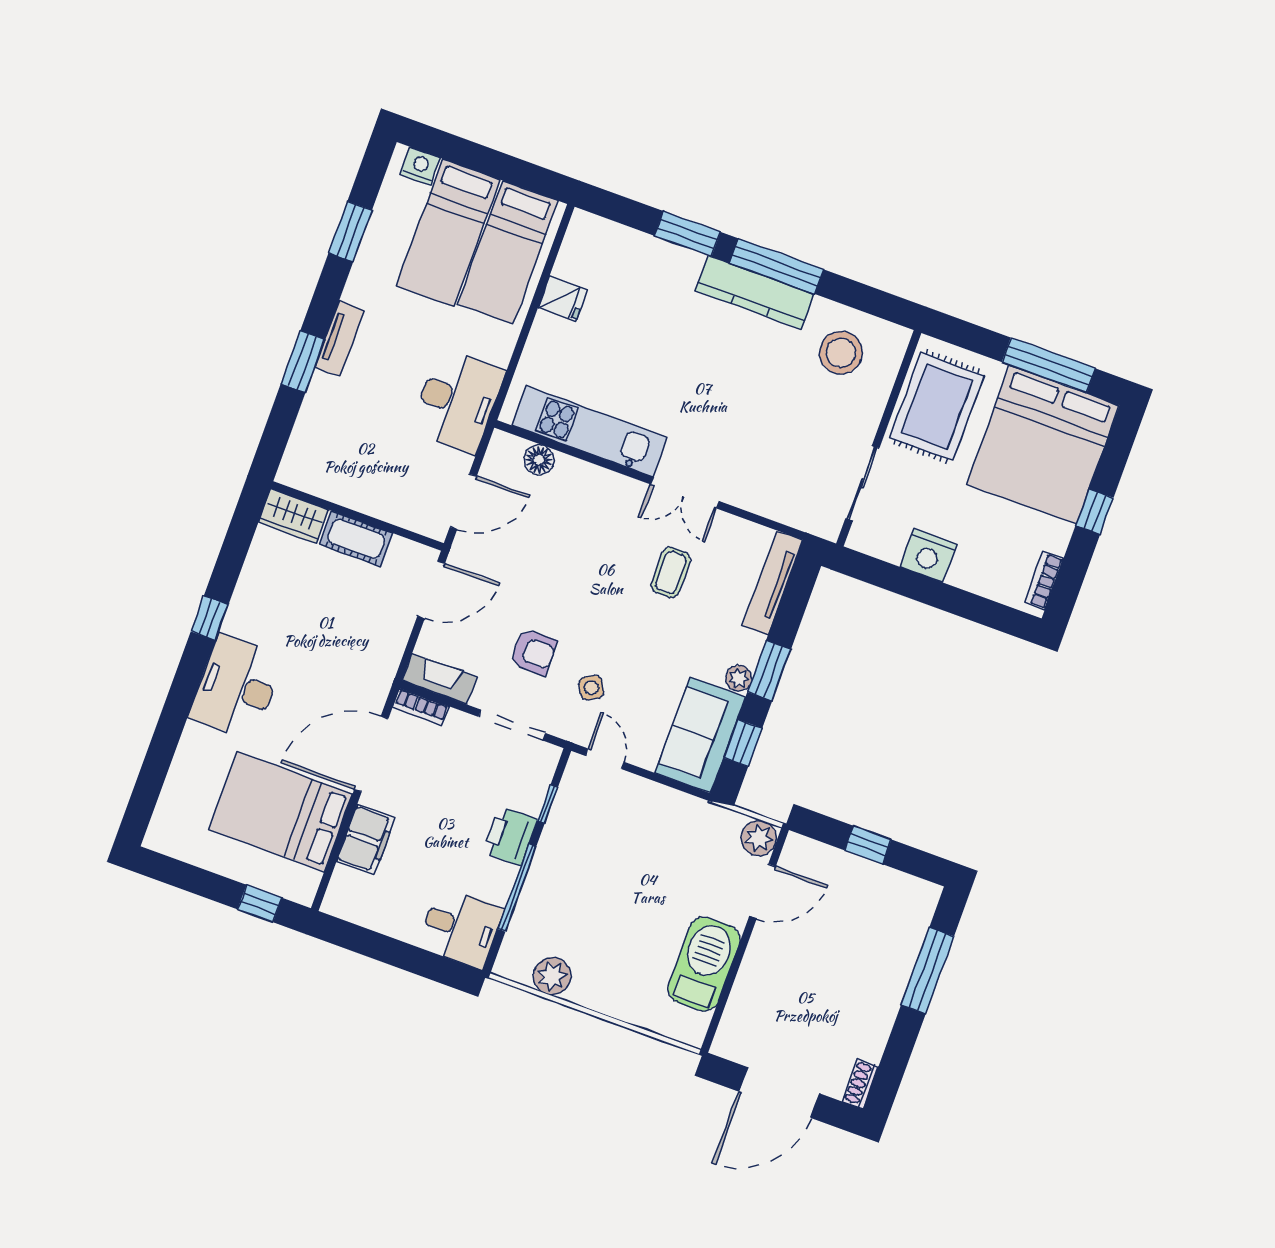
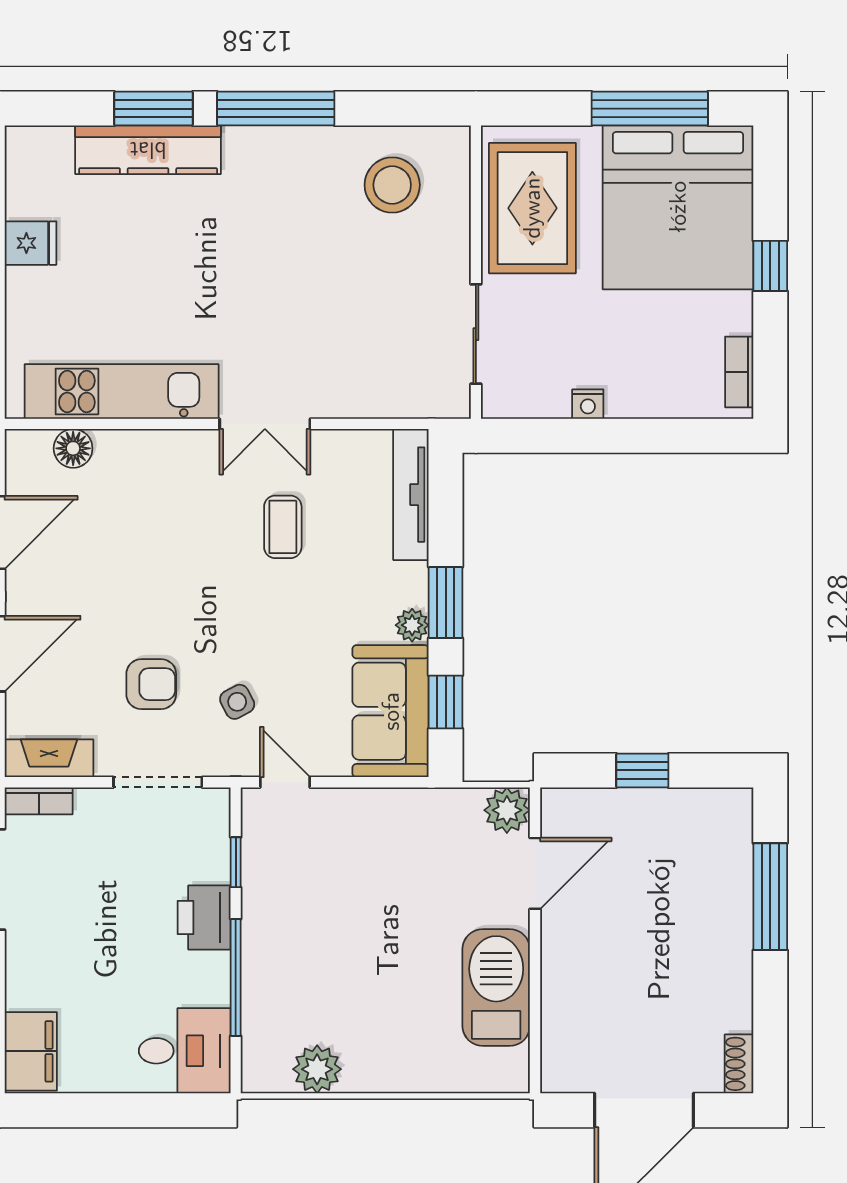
kitchen counter: (755, 292) -> (148, 150), moved
nightstand: (928, 555) -> (588, 404), width x0.53, depth x0.56
filing cabinet: (366, 839) -> (31, 1051), moved

